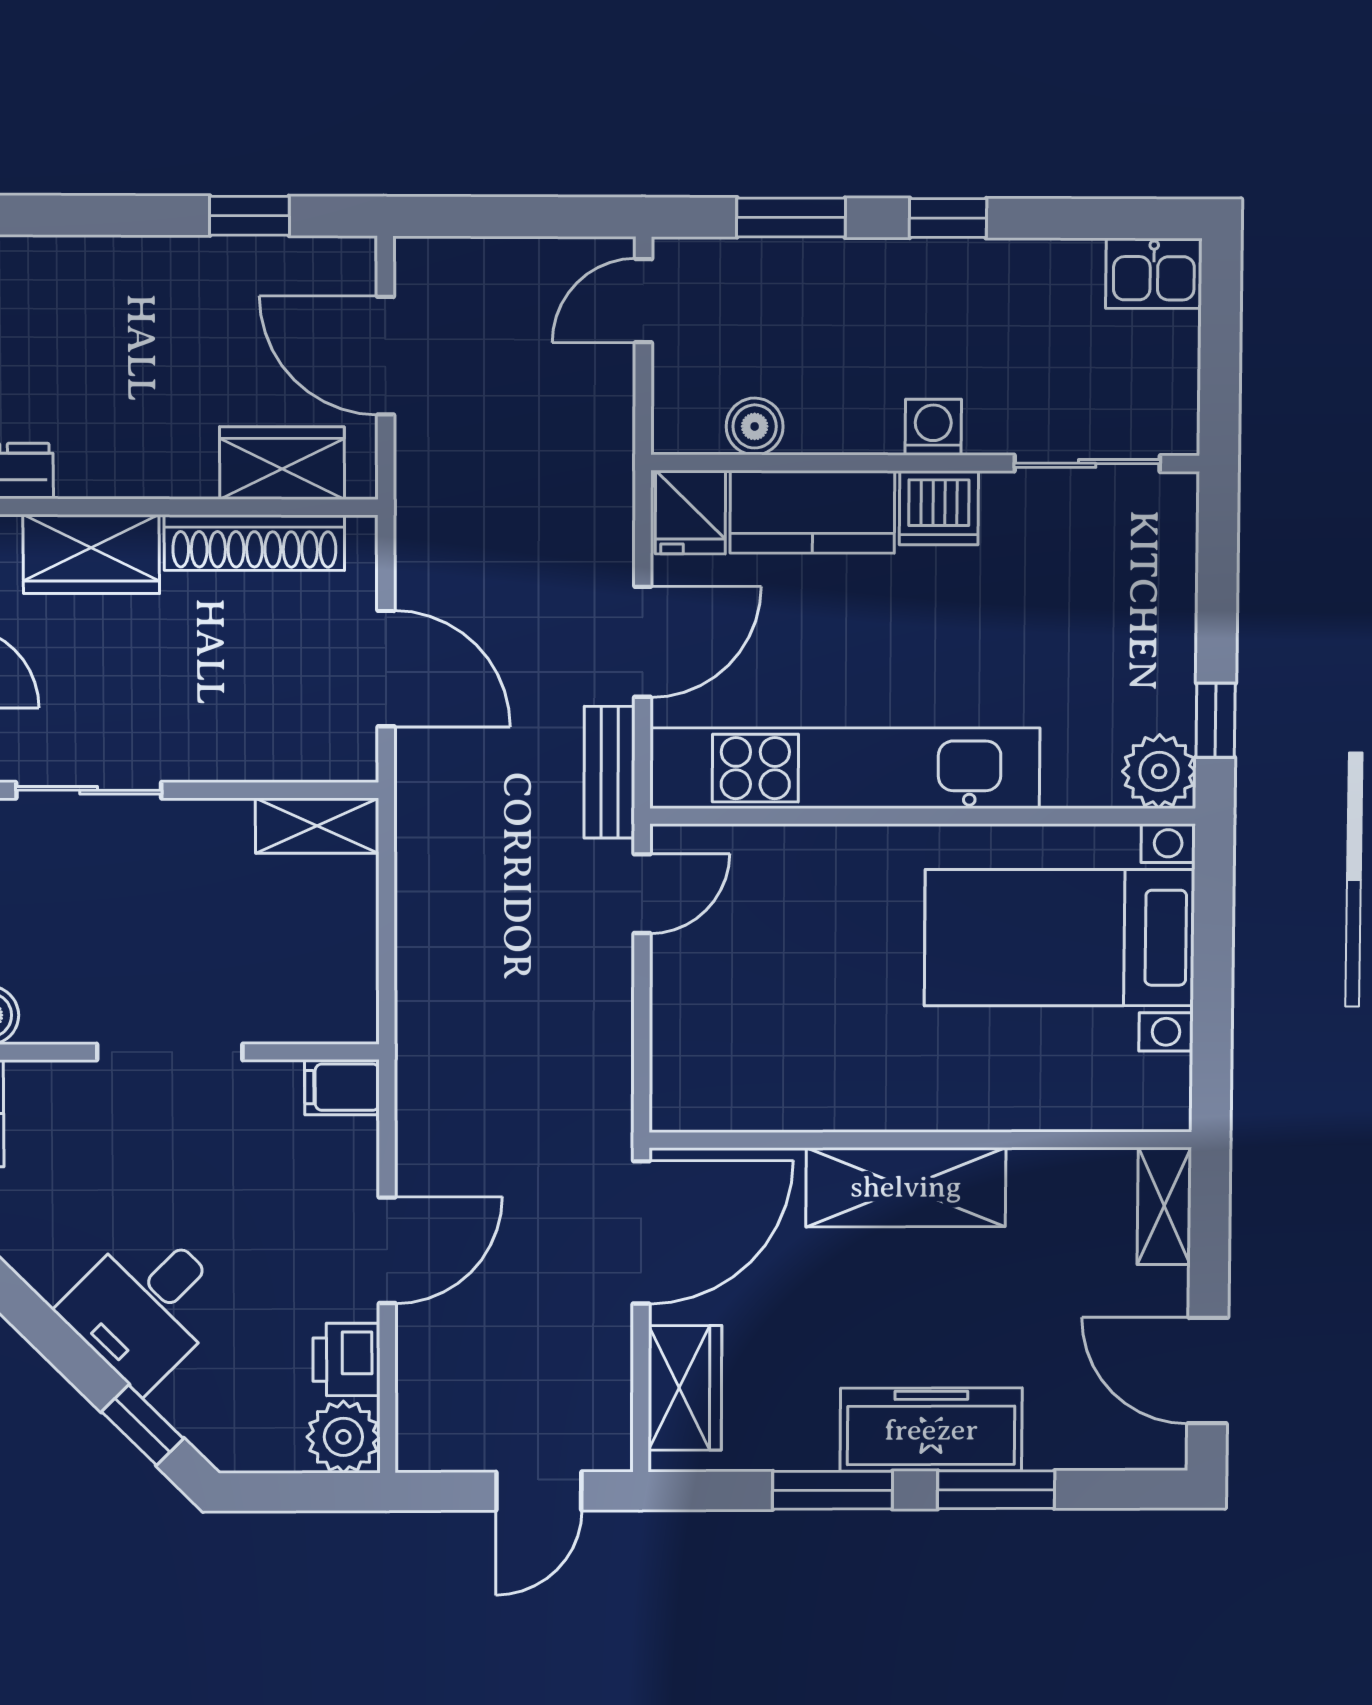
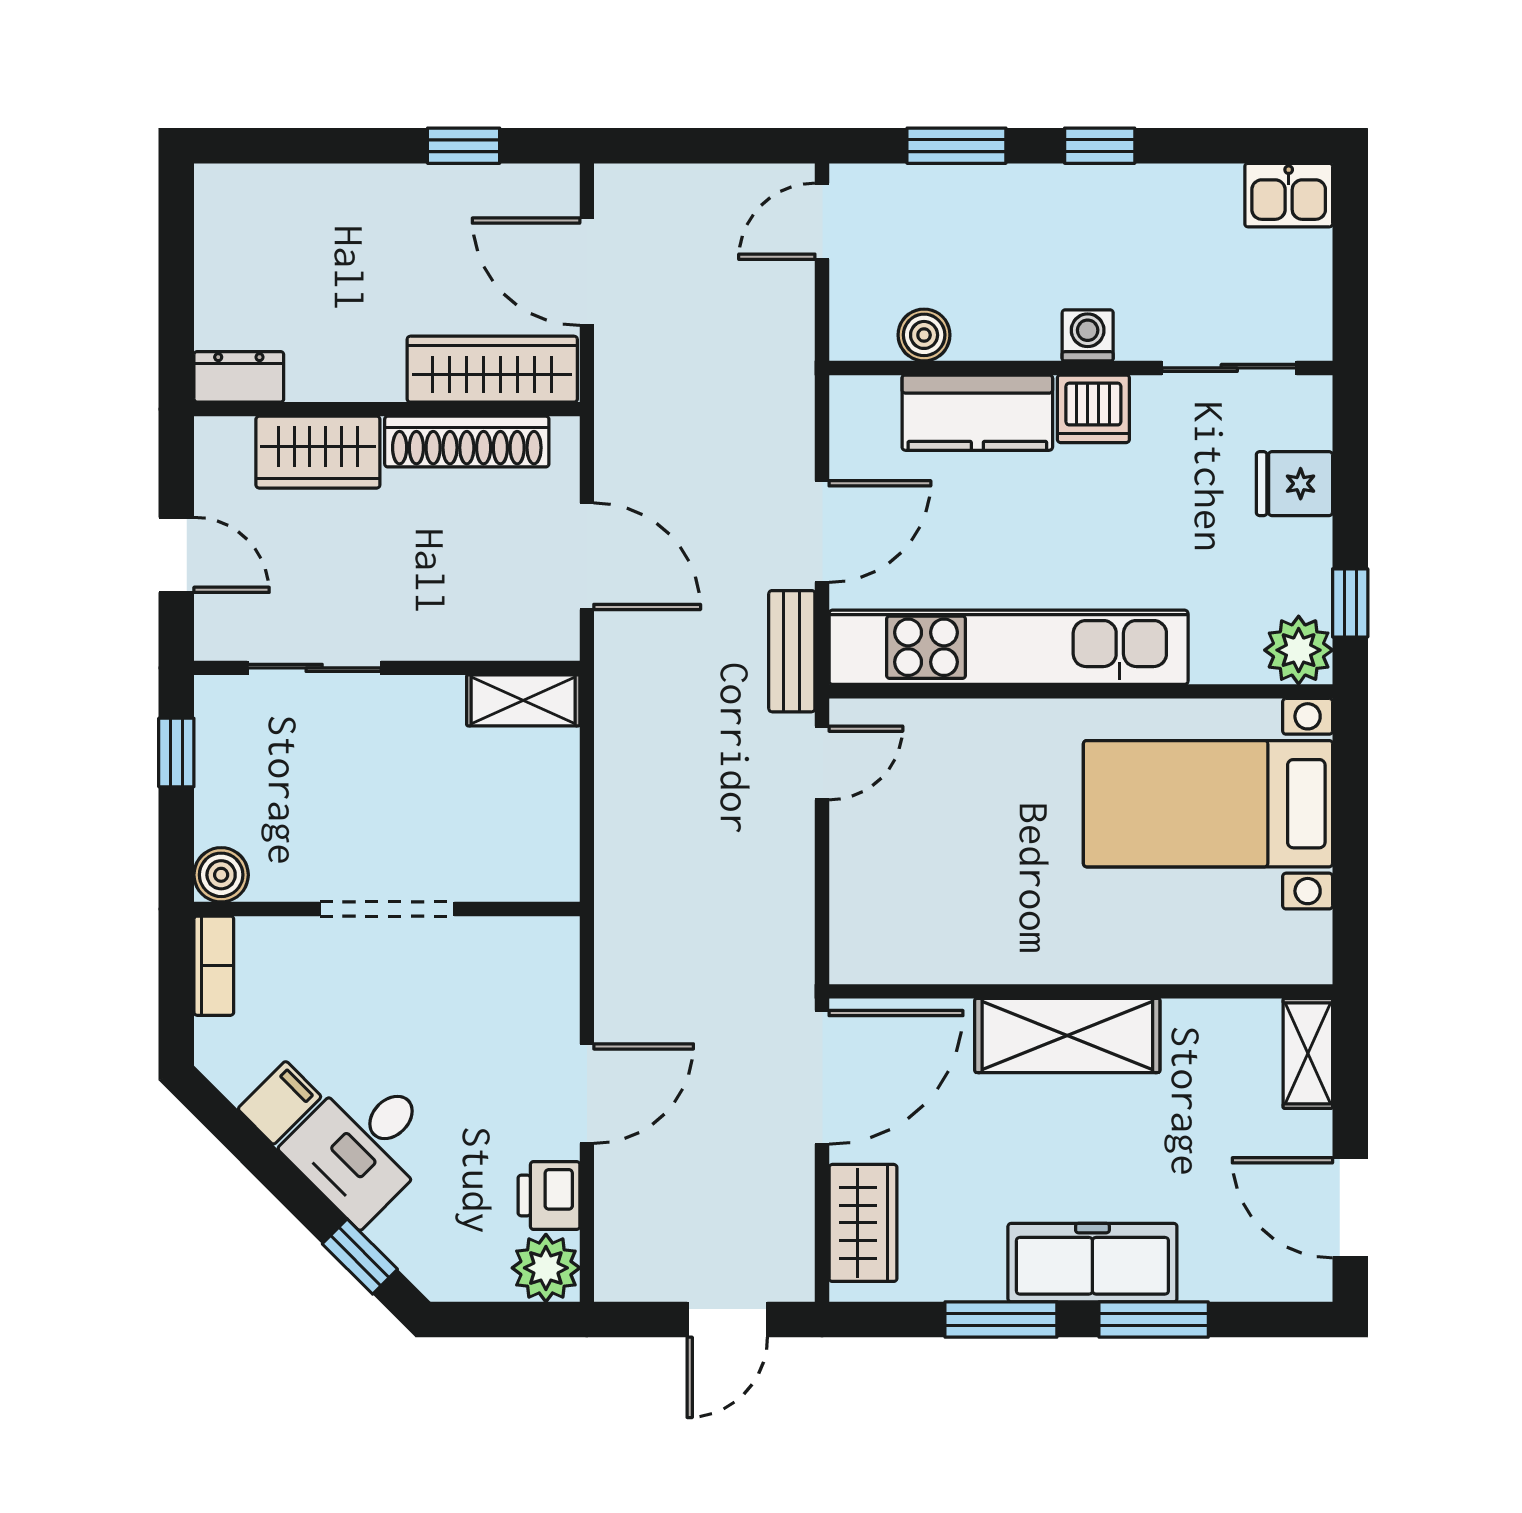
wardrobe: (282, 463) -> (492, 369), width x1.50
fridge: (690, 512) -> (1294, 484), moved, turned 90
filing cabinet: (342, 1087) -> (280, 1103), moved, turned 135

